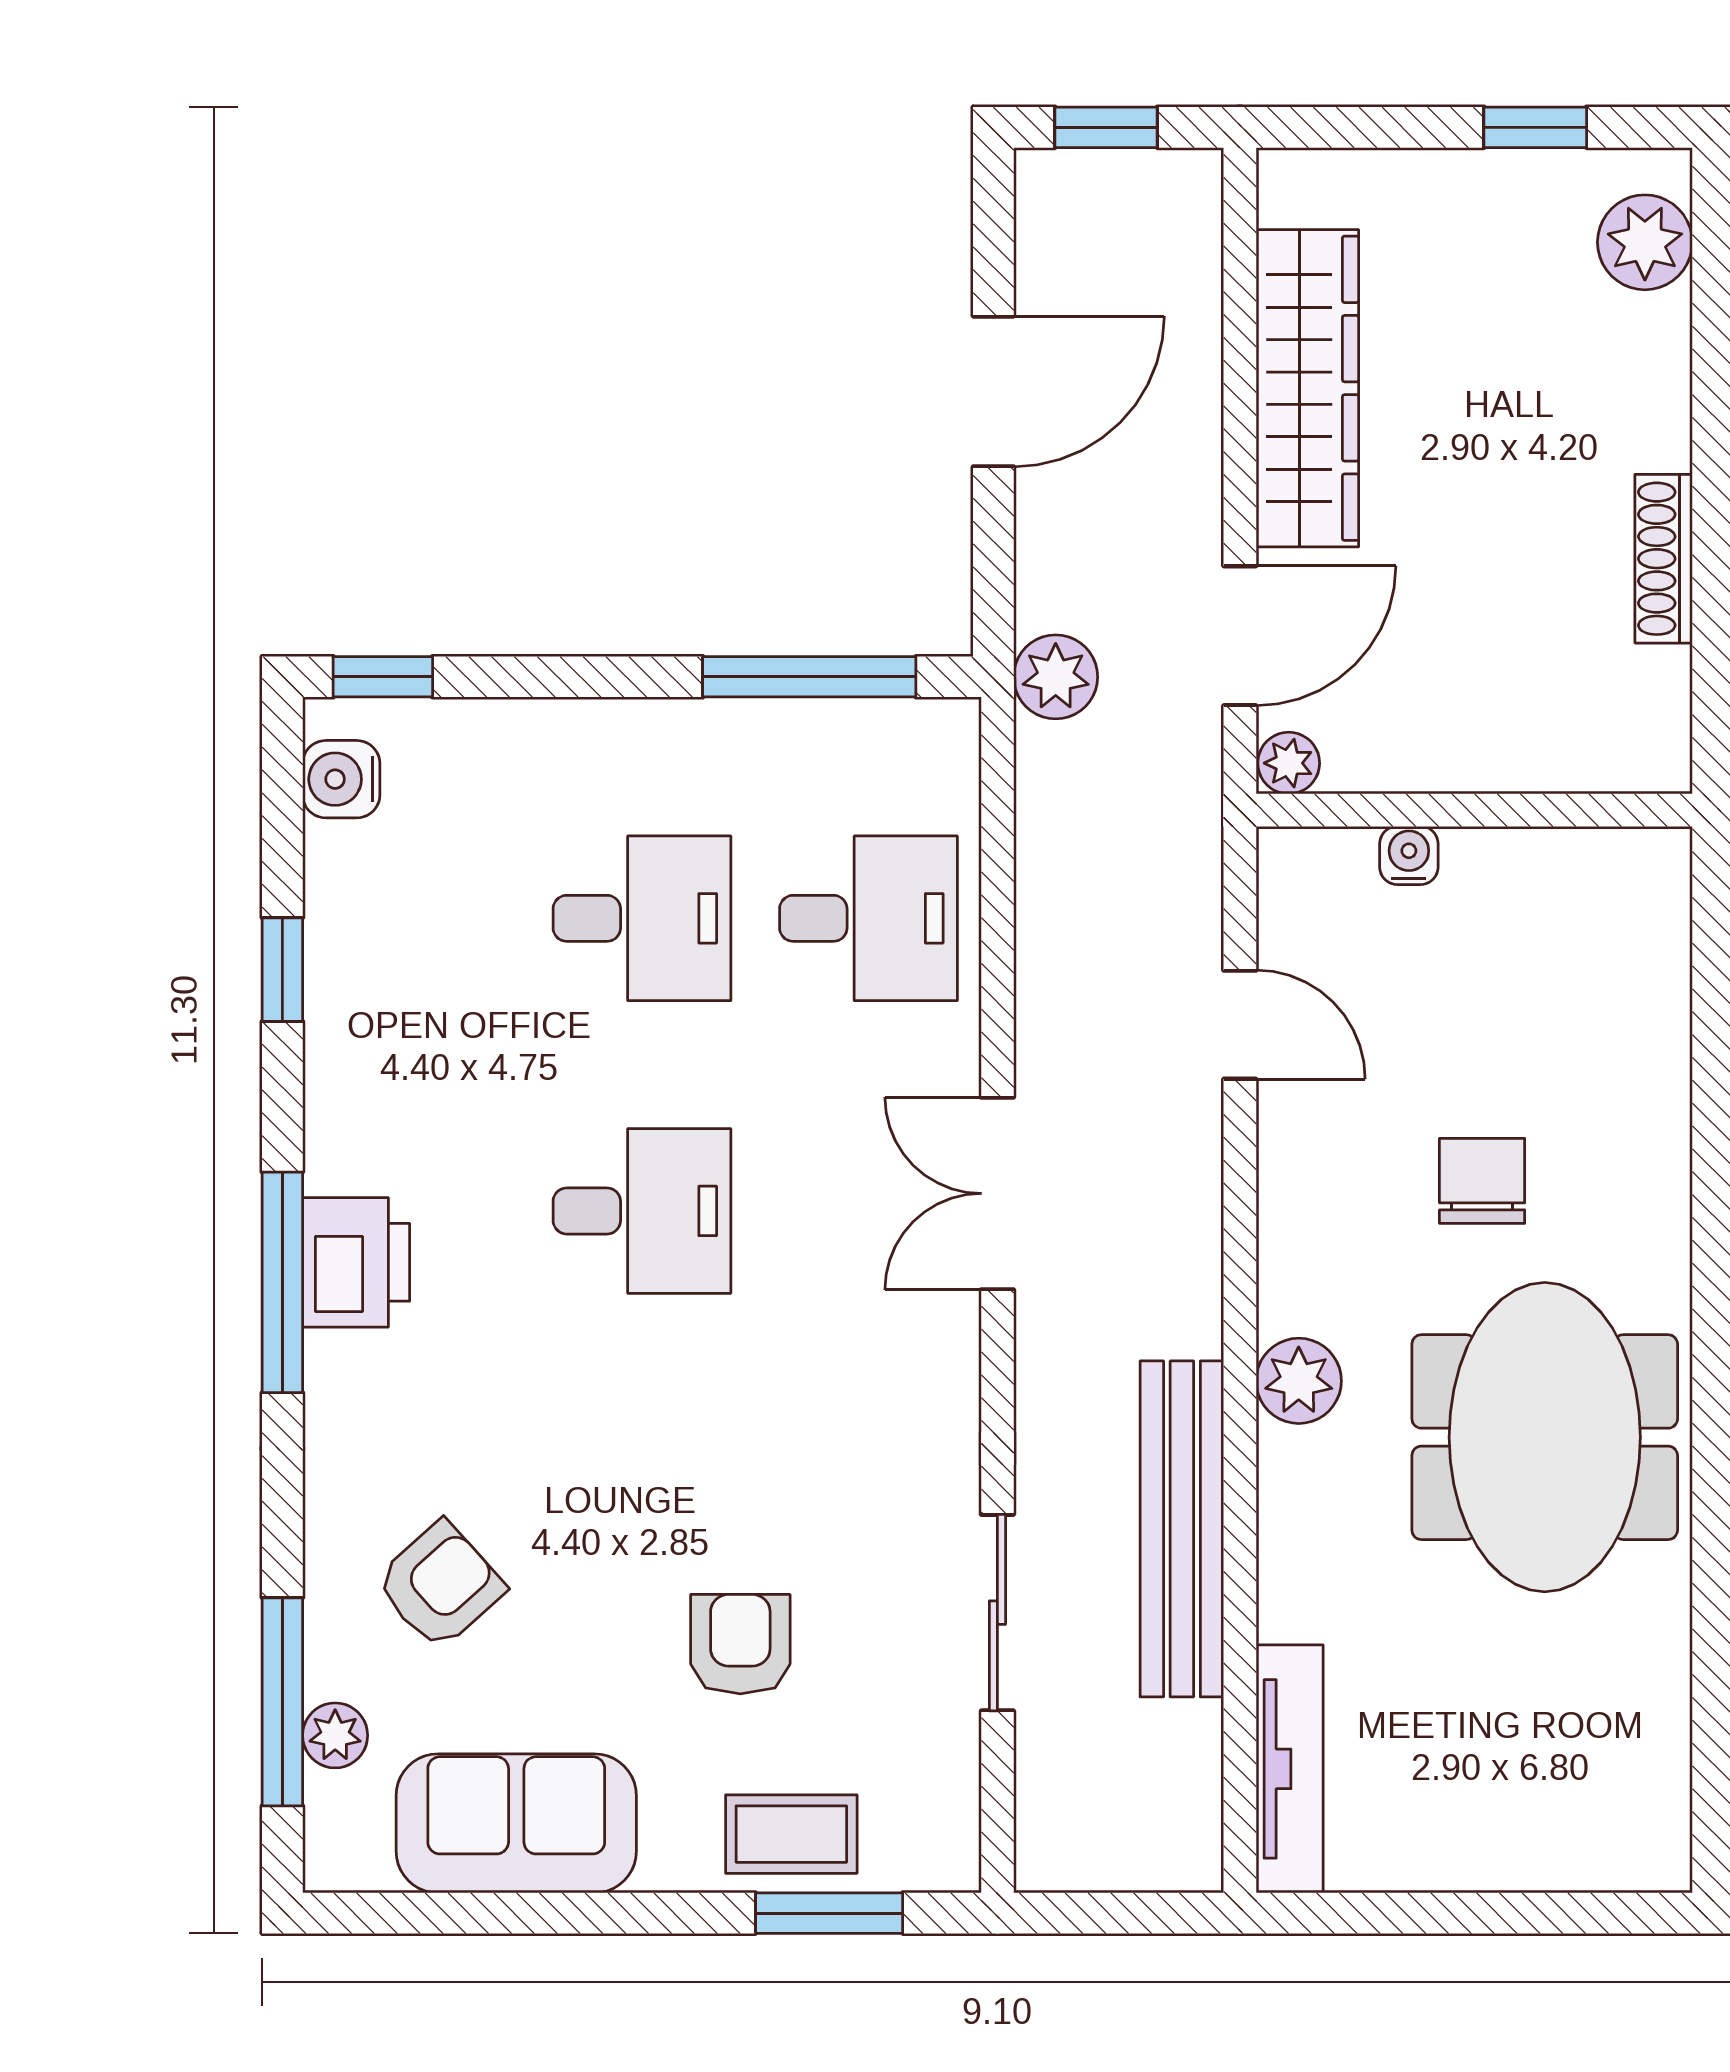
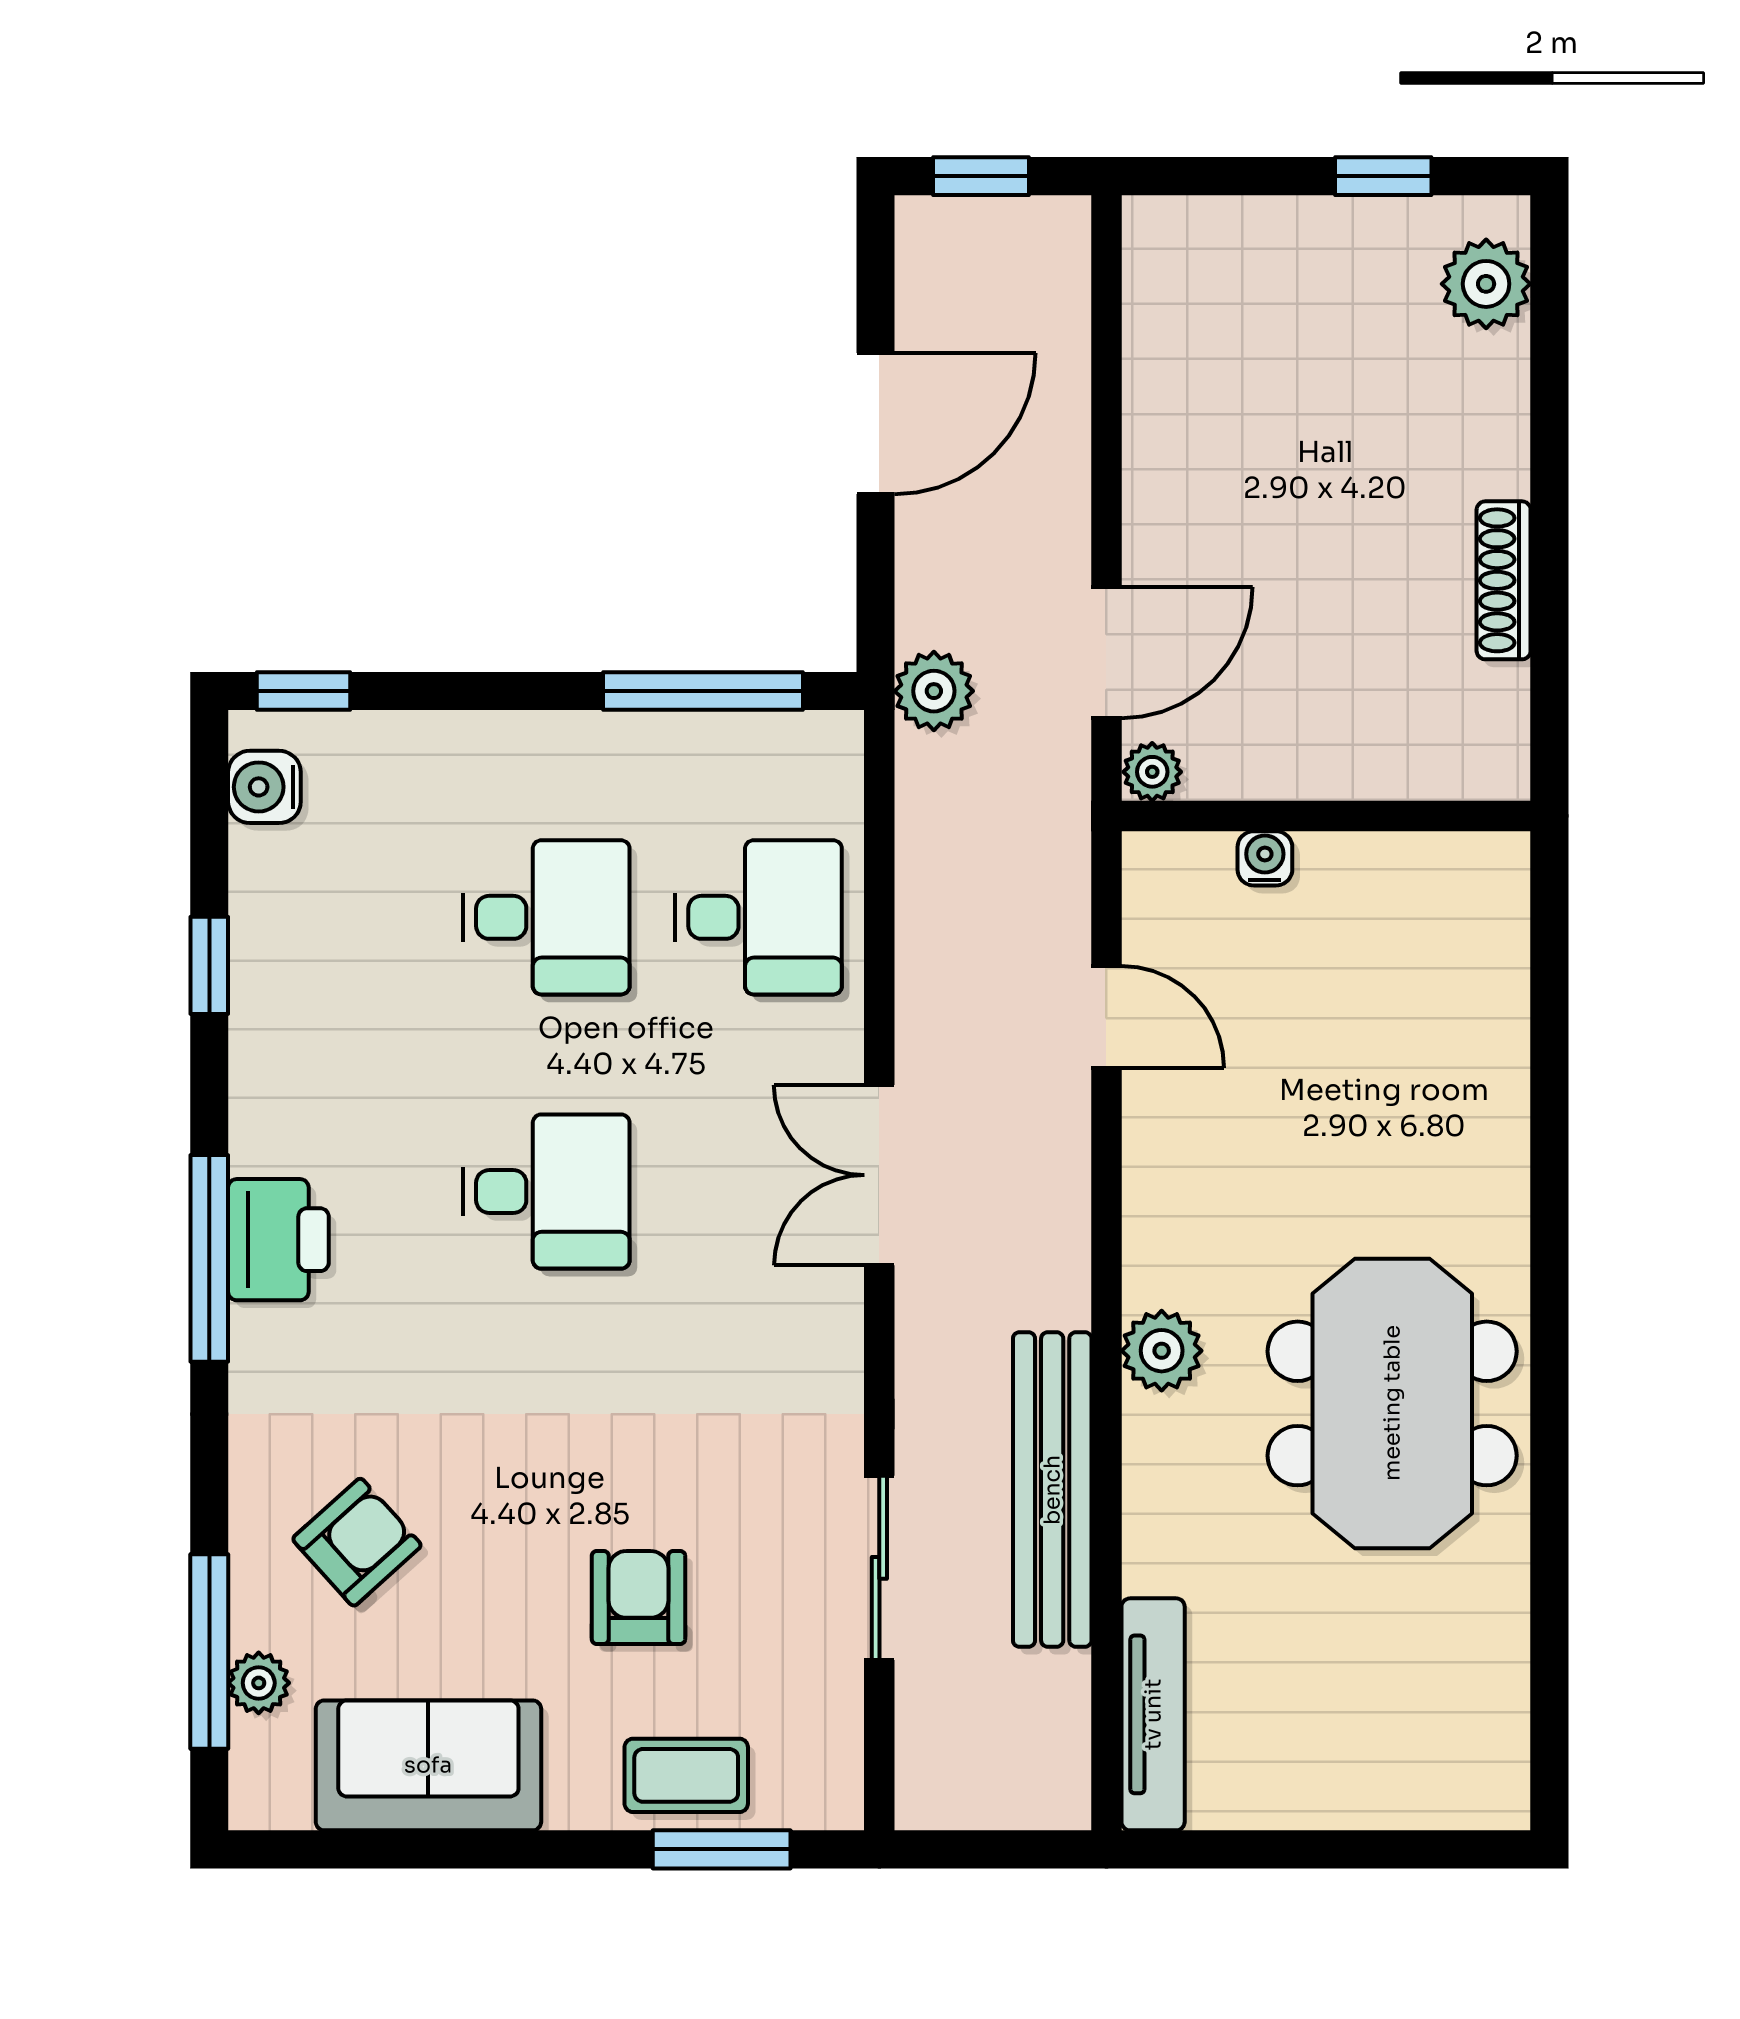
wardrobe: (1307, 388) -> (1170, 421), removed
chair: (1482, 1181) -> (1333, 1163), removed

